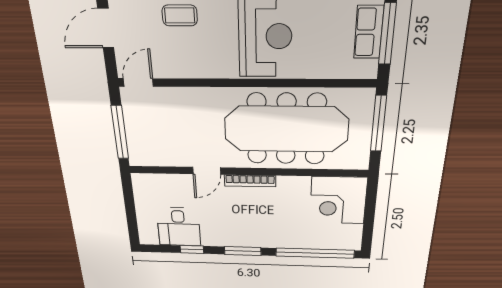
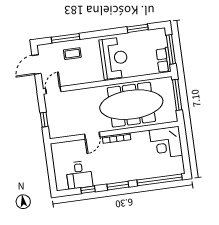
row of seats: (369, 32) -> (164, 60), moved
window: (120, 132) -> (44, 120), width x0.46

